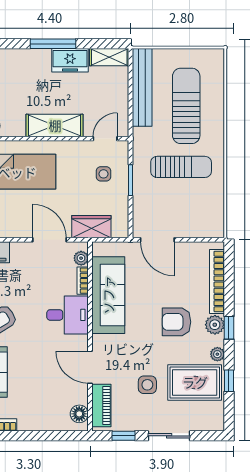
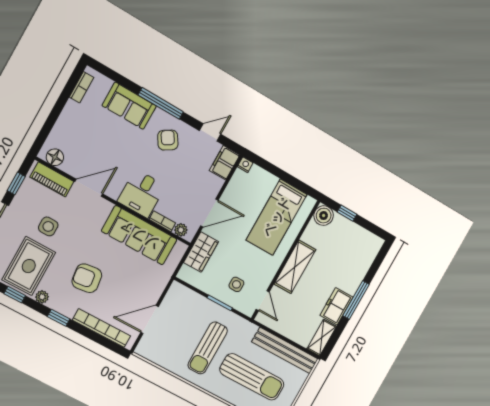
door: (157, 240) -> (150, 319), moved
armchair: (177, 322) -> (87, 278), turned -97
plant: (215, 325) -> (67, 308), removed

